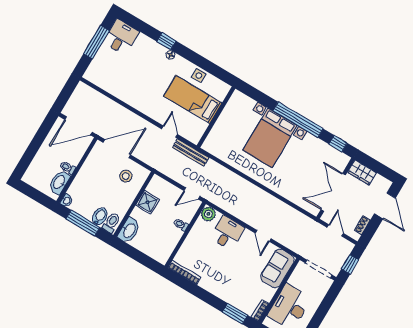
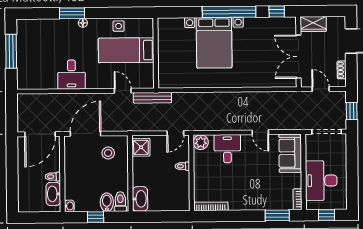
desk: (121, 37) -> (71, 75), moved, turned 180
window: (166, 41) -> (72, 13), width x1.50
shower: (147, 202) -> (141, 147), moved
window: (83, 223) -> (96, 217), width x0.46

